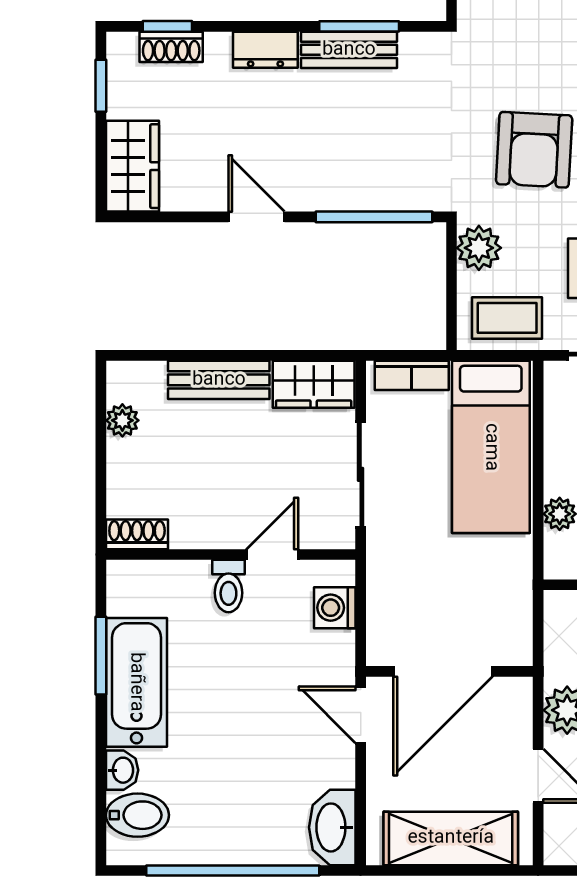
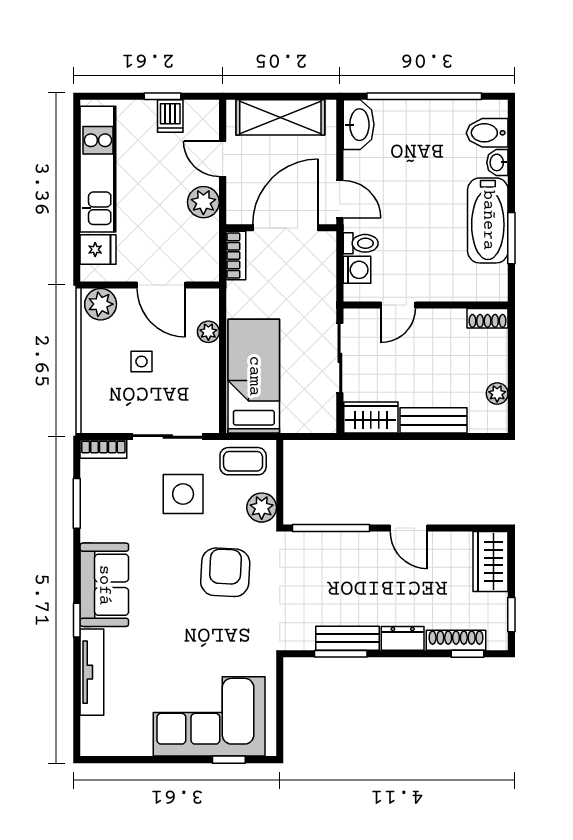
shoe rack: (171, 47) -> (456, 640), width x1.43
bookcase: (412, 375) -> (236, 256), moved, turned 90
toilet: (228, 586) -> (361, 243), moved, turned 90

